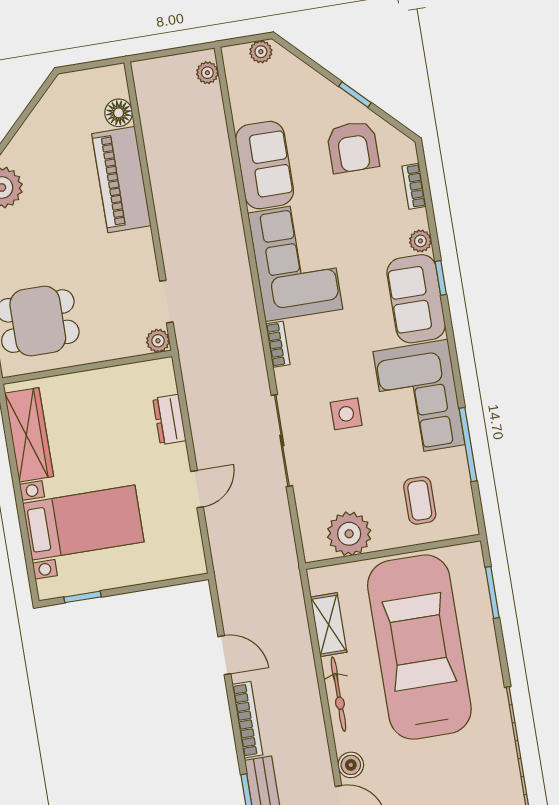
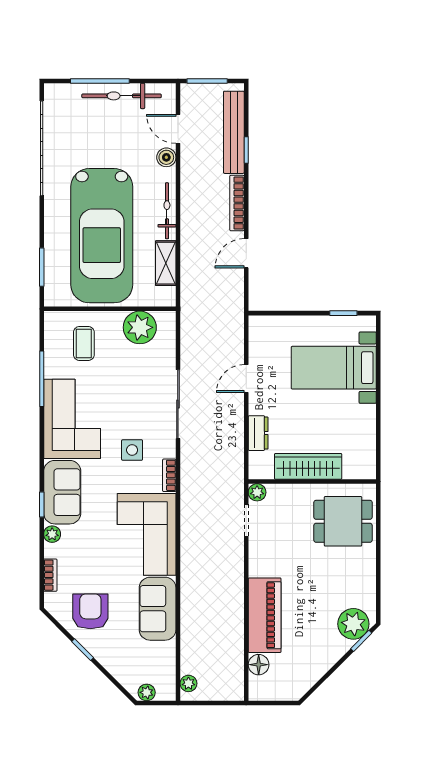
side table: (346, 414) -> (132, 450), moved
wardrobe: (29, 435) -> (308, 466), moved, turned 90
door: (224, 655) -> (246, 253), hinge flipped

